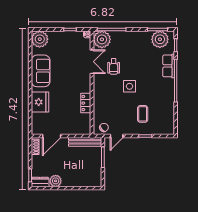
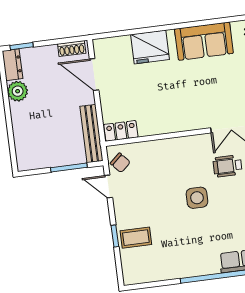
locker: (86, 103) -> (121, 131), moved
coffee table: (143, 114) -> (136, 238), moved

